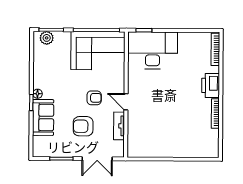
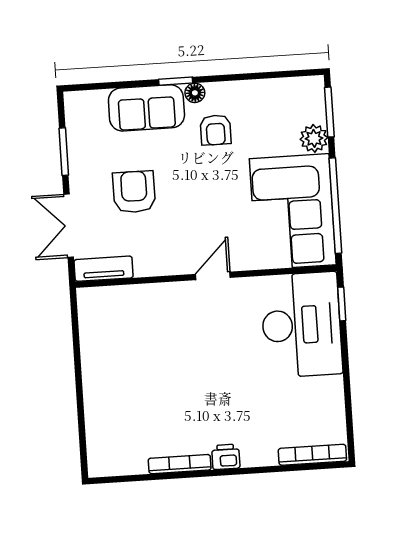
plant: (47, 38) -> (314, 138), moved
printer: (211, 85) -> (226, 457), width x0.53, depth x0.68
armchair: (94, 98) -> (216, 130), moved
door: (126, 102) -> (213, 276), moved
tv unit: (119, 126) -> (104, 269), moved

